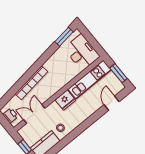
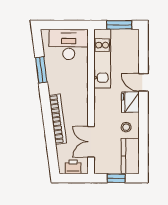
window: (64, 37) -> (41, 70), moved
fridge: (65, 100) -> (130, 102), moved, turned 180
door: (112, 103) -> (143, 82), moved

